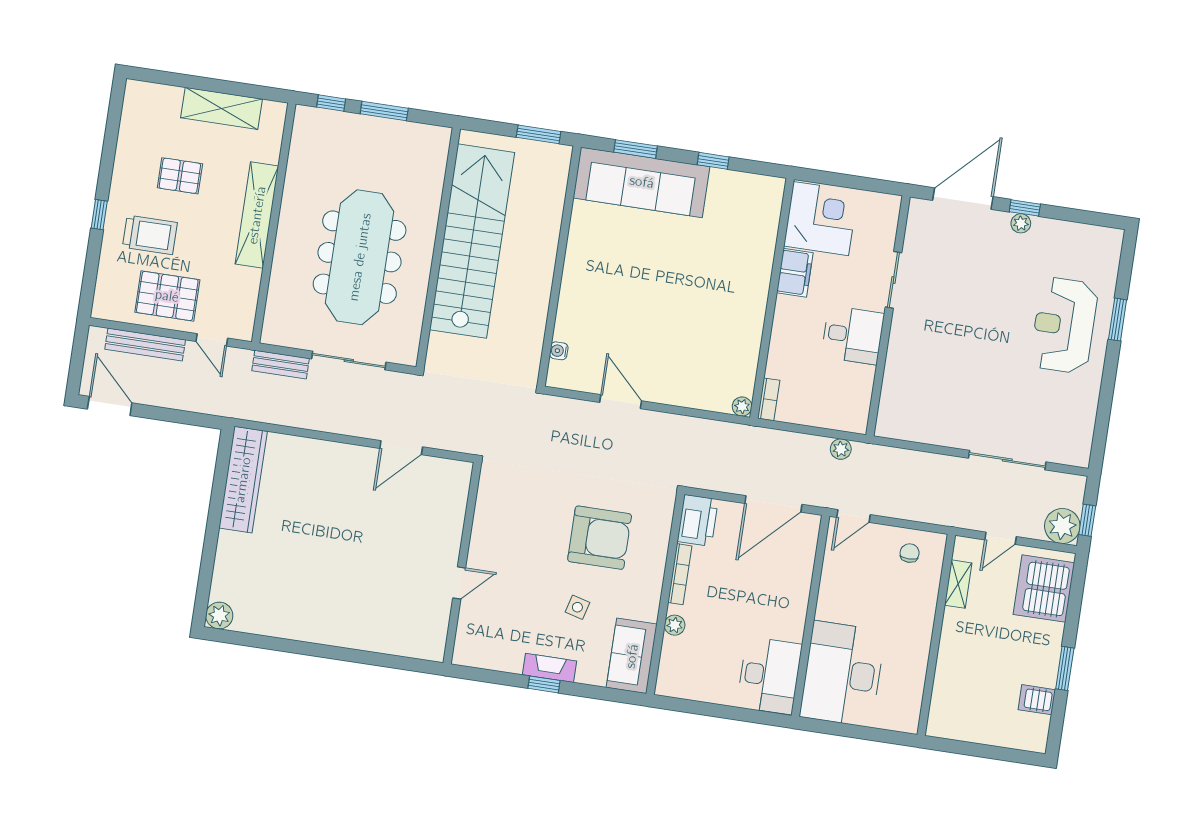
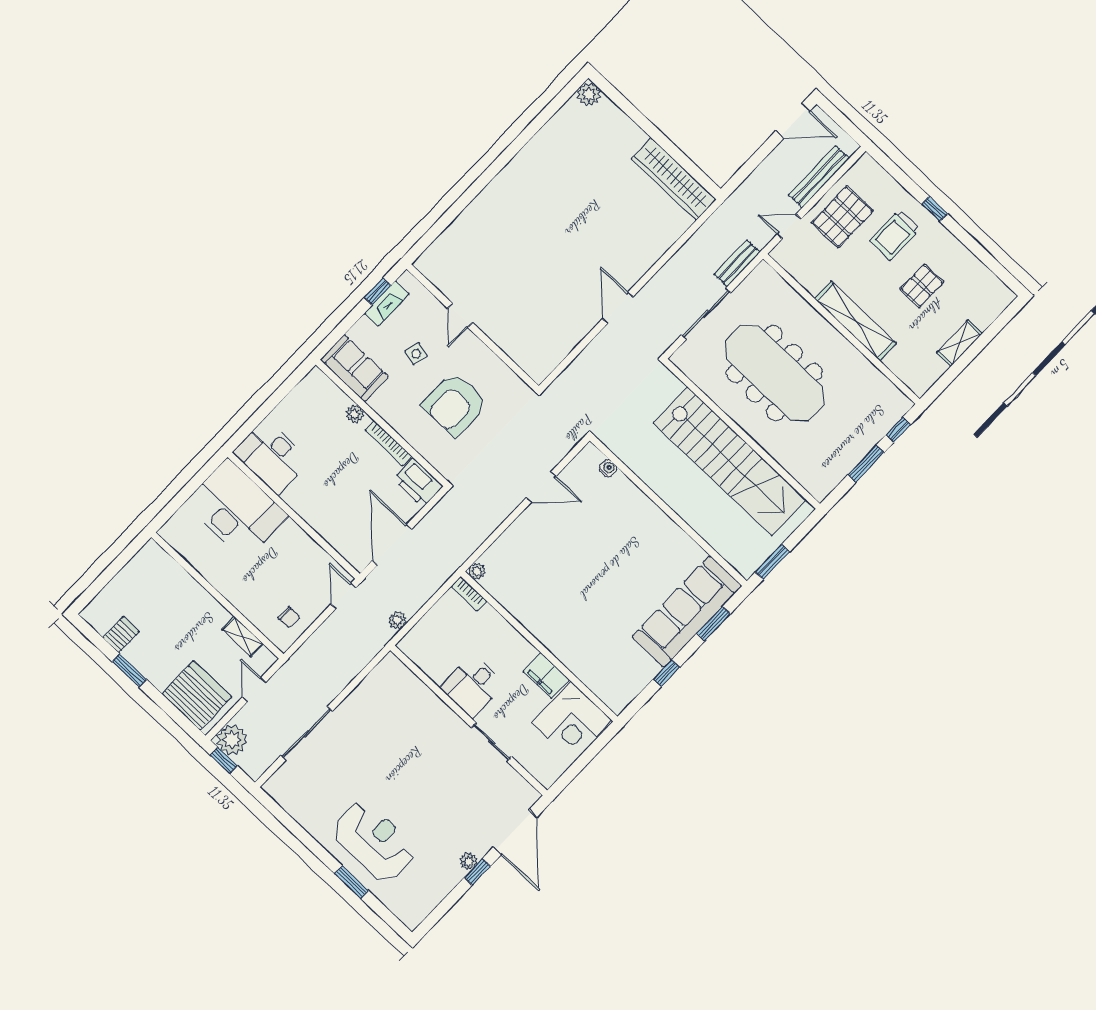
shelving: (221, 108) -> (959, 343), width x0.67, depth x0.75
wall: (462, 563) -> (473, 327), moved
door: (459, 583) -> (460, 315), moved

